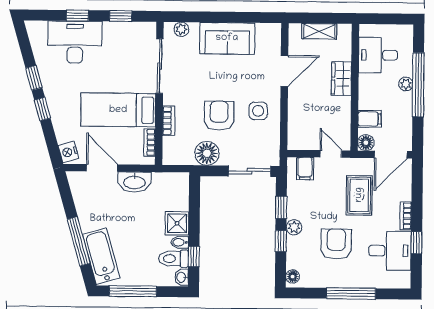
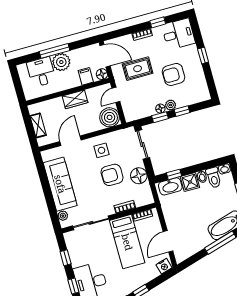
sofa: (227, 38) -> (60, 184), width x1.36
desk: (378, 55) -> (41, 72), moved, turned 180
door: (284, 71) -> (70, 141), hinge flipped
wardrobe: (341, 79) -> (75, 99), moved
plant: (406, 84) -> (61, 62), width x1.87, depth x1.87
window: (418, 85) -> (54, 51), width x0.68
boiler: (302, 136) -> (110, 117), added
filing cabinet: (305, 168) -> (130, 109), removed
washbasin: (134, 182) -> (170, 186), moved, turned 90
desk: (390, 251) -> (178, 34), moved, turned 90
window: (194, 257) -> (174, 174), moved
floor lamp: (293, 277) -> (160, 109), moved
window: (351, 294) -> (203, 55), width x0.46

